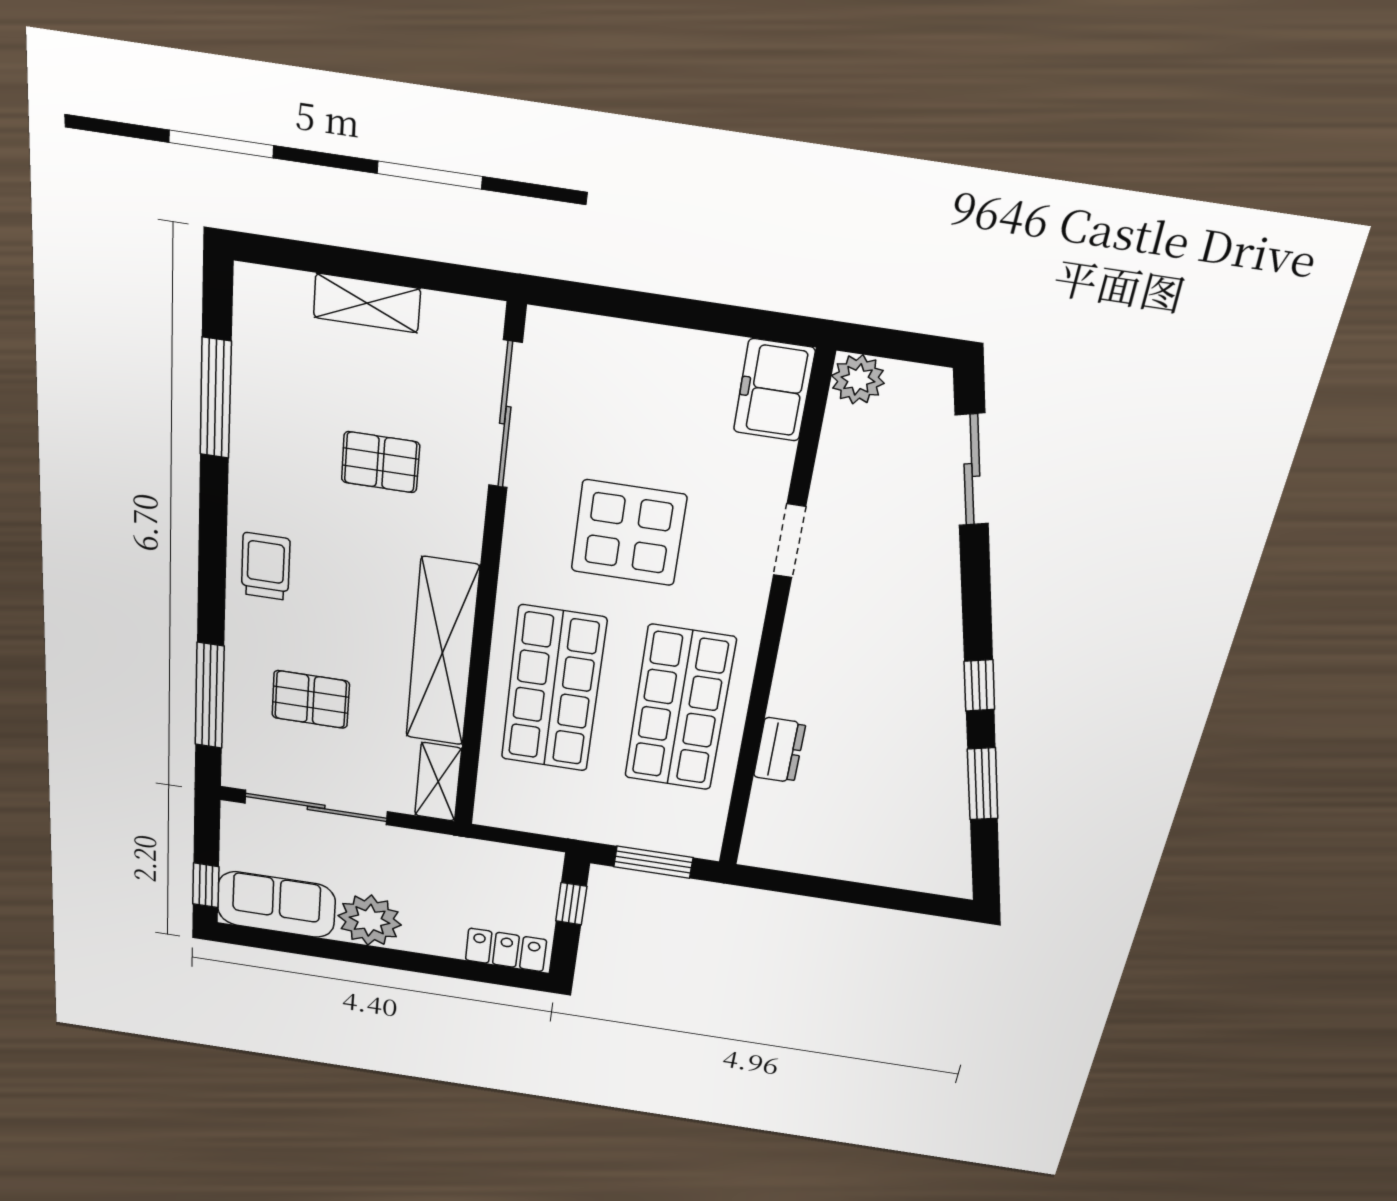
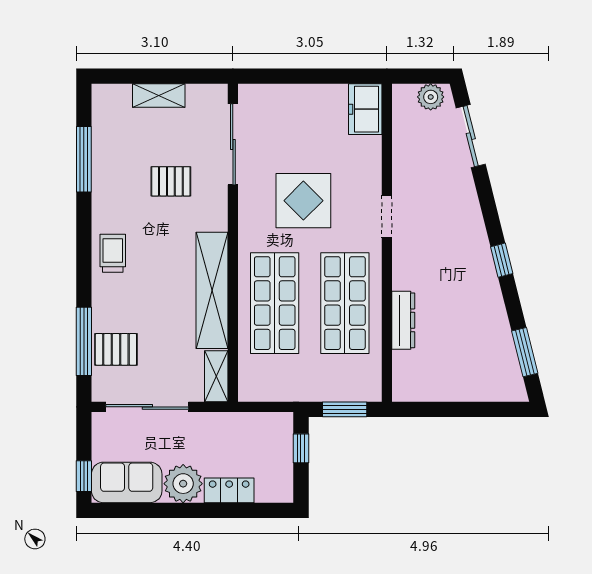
plant: (858, 379) -> (431, 97), moved
doorway: (789, 541) -> (387, 216), moved
pallet: (311, 699) -> (116, 349), moved
dresser: (780, 750) -> (403, 320), width x1.44
window: (983, 784) -> (525, 352), moved
locker: (506, 950) -> (229, 490), moved

